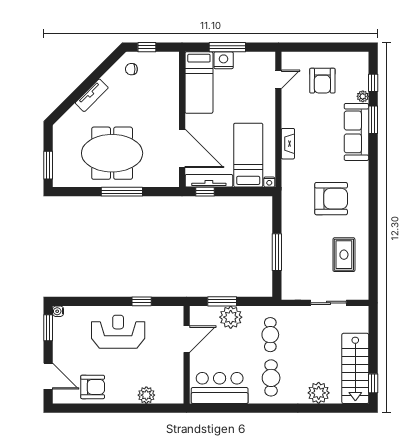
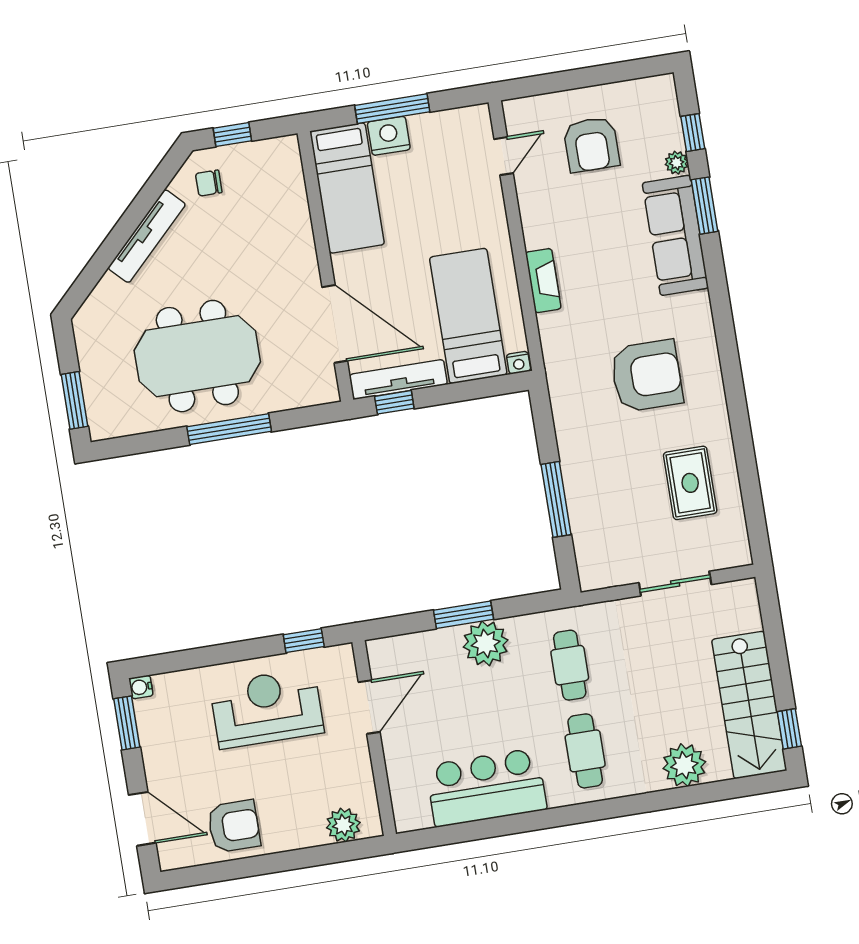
tv unit: (92, 95) -> (147, 236), width x1.41
door: (187, 339) -> (369, 707), moved
wall: (187, 355) -> (374, 738), moved

